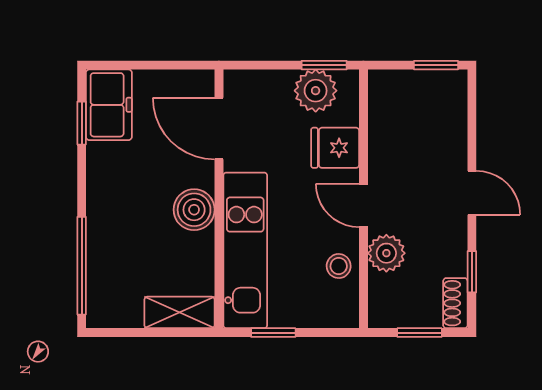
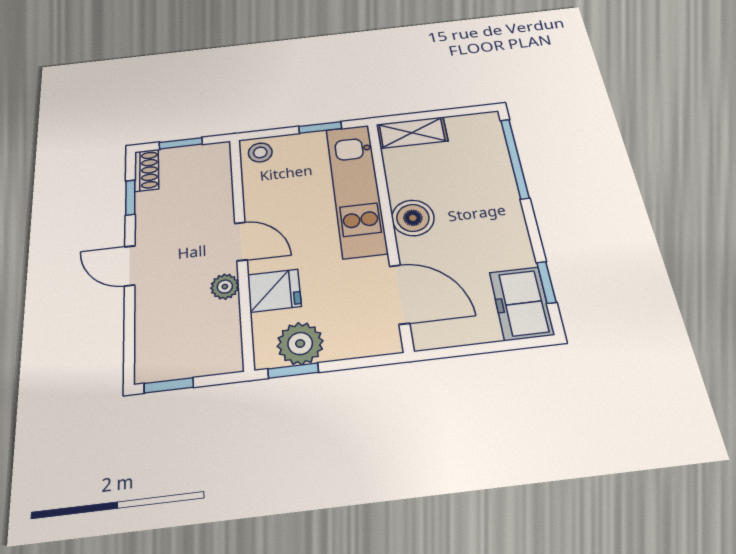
plant: (386, 253) -> (225, 287), moved, width x0.73, depth x0.73
stool: (339, 266) -> (260, 152), moved

